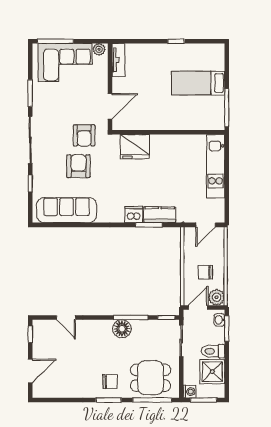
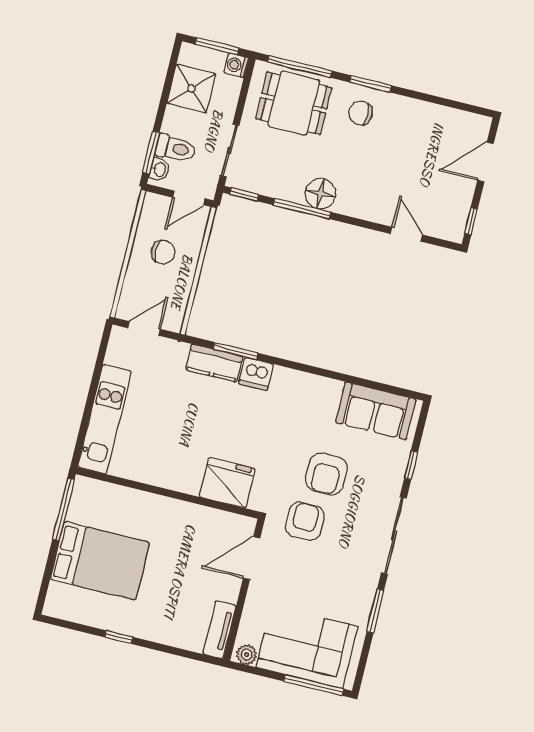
bed: (198, 83) -> (100, 561), width x1.50
sofa: (67, 210) -> (376, 411), width x0.73
plant: (217, 297) -> (155, 207), removed
toilet: (213, 351) -> (175, 148), moved

